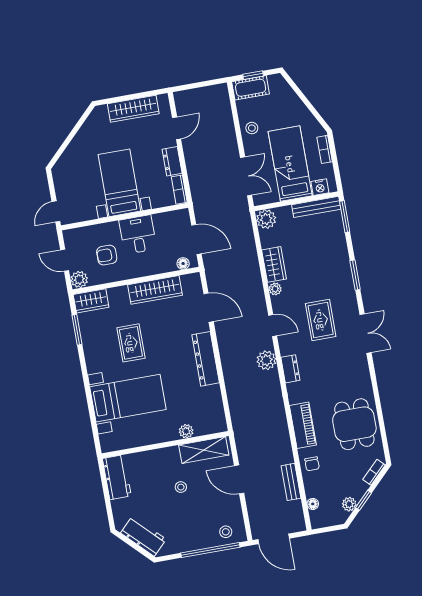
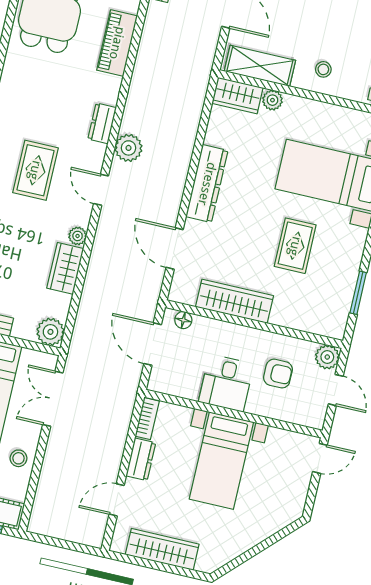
wardrobe: (91, 301) -> (237, 96), moved, turned 180
stool: (181, 487) -> (323, 69), moved

